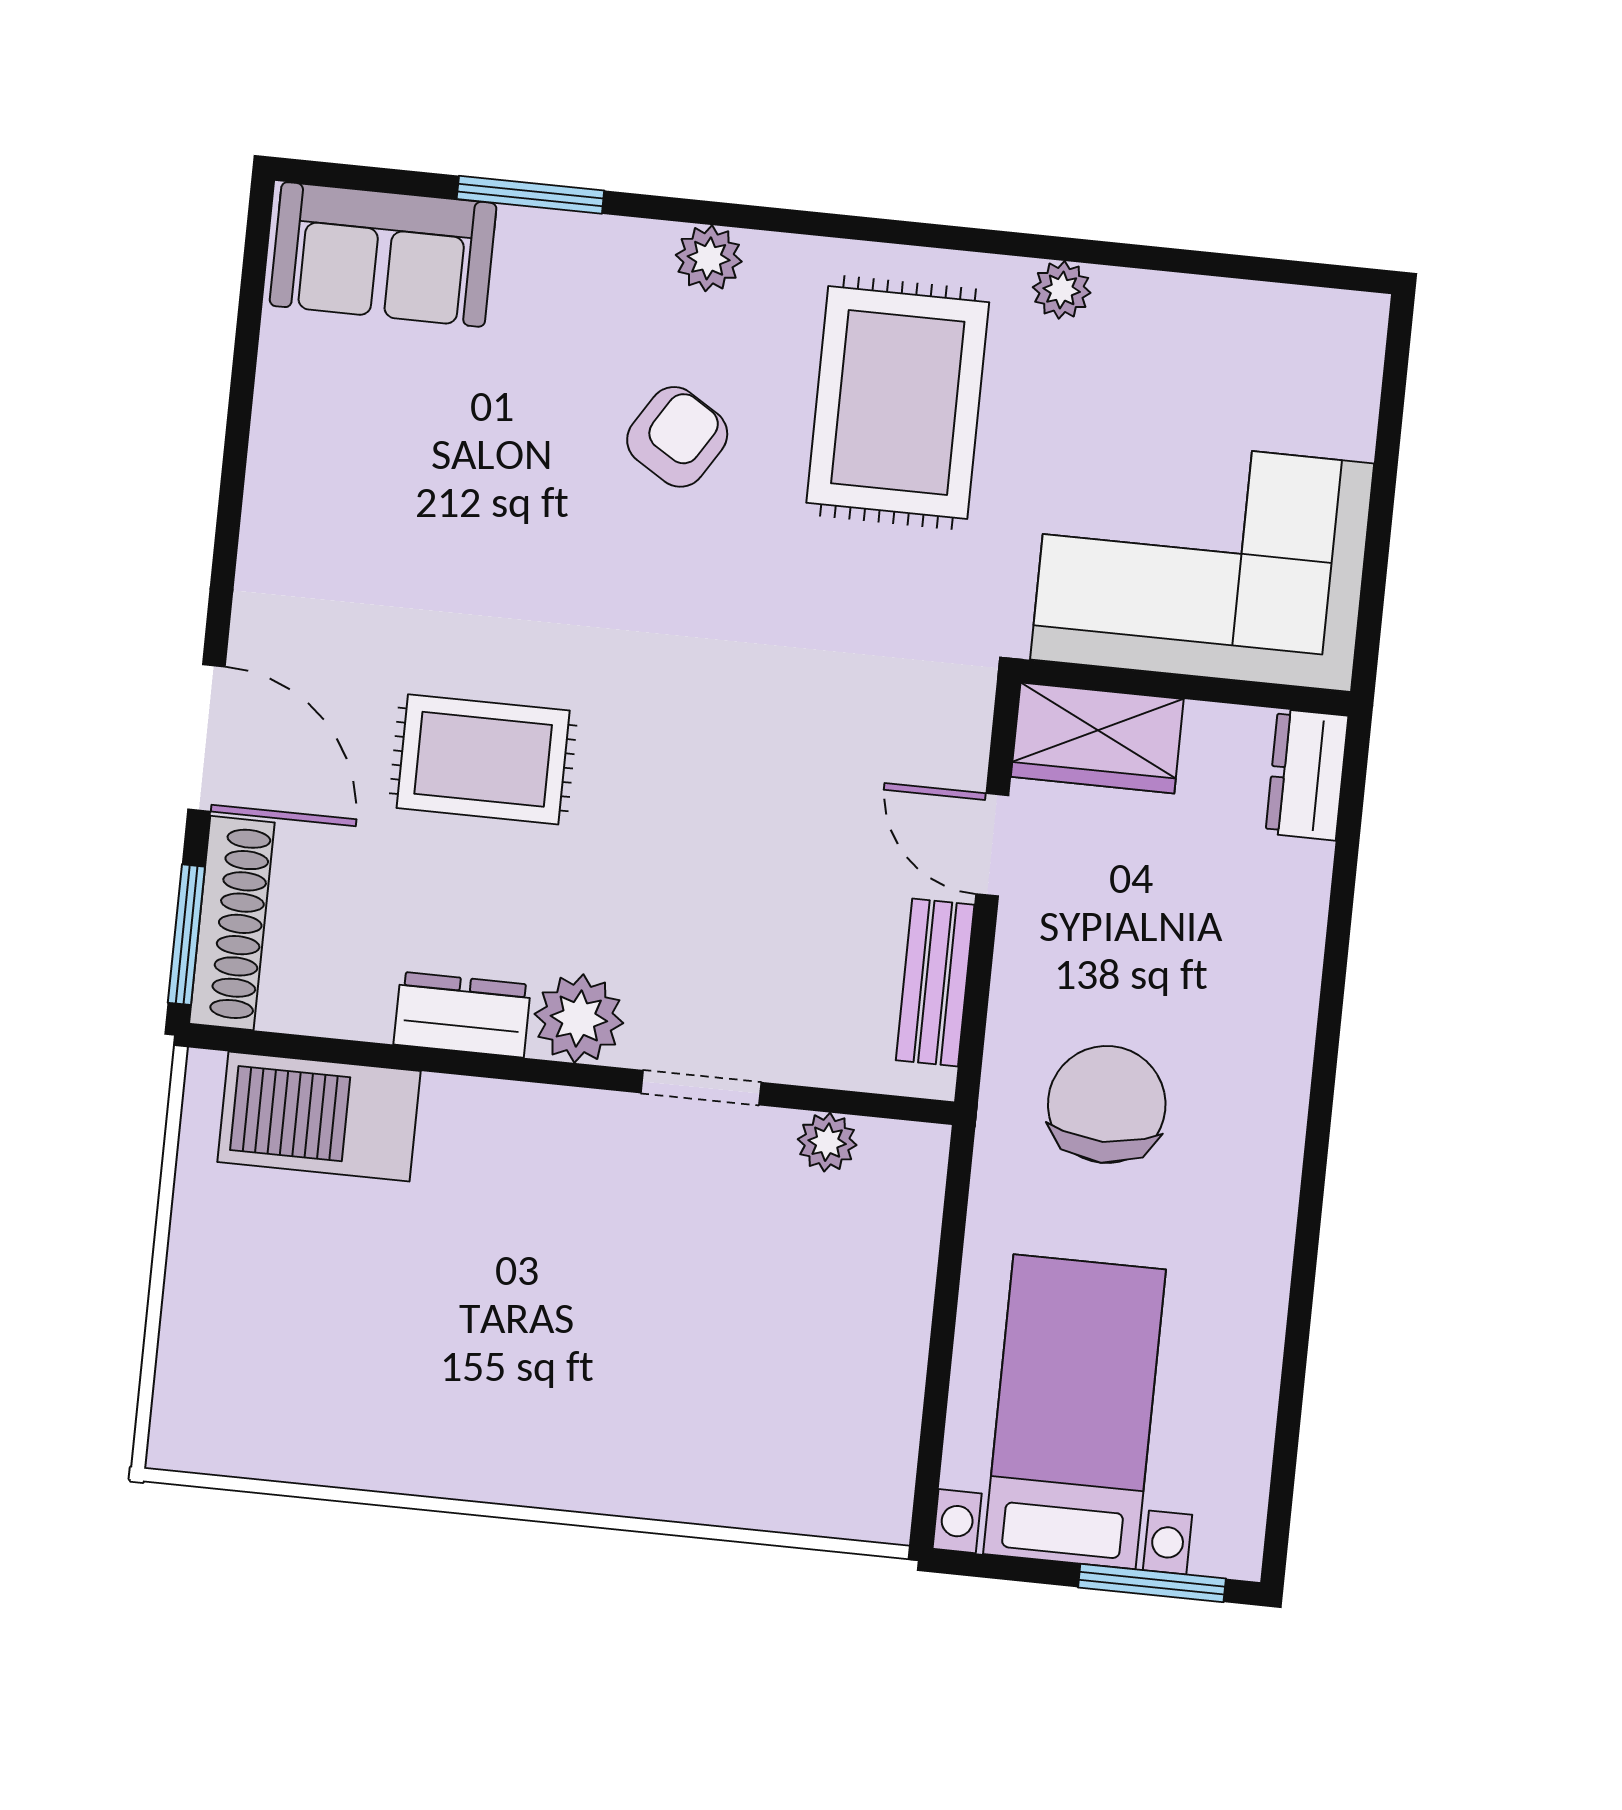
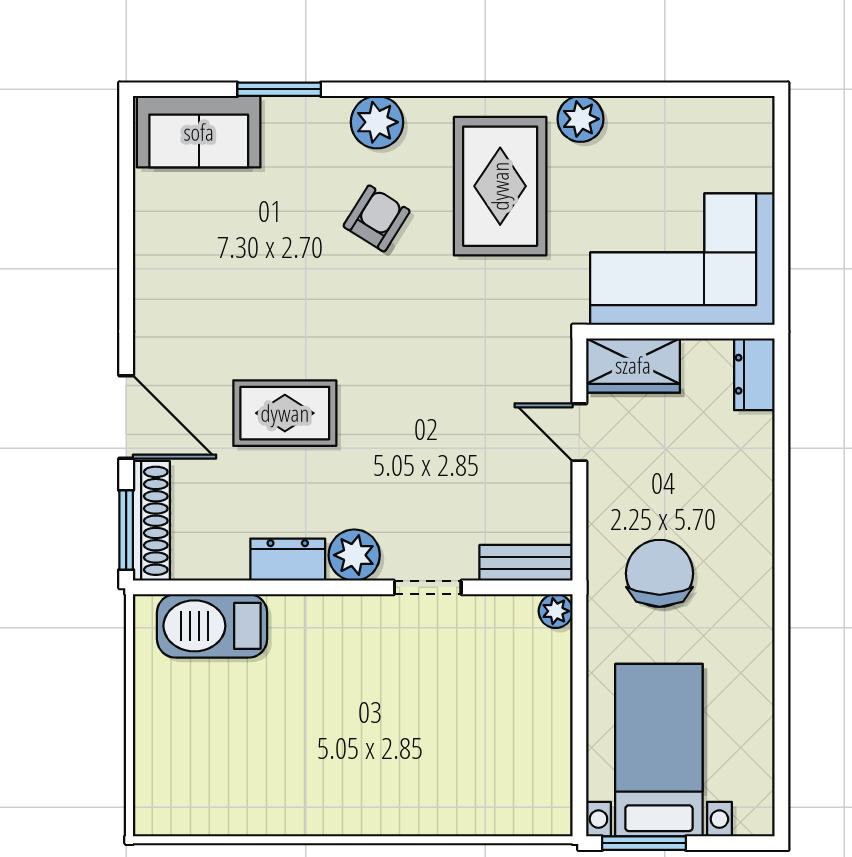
plant: (709, 258) -> (377, 122), width x1.38, depth x1.38
plant: (1062, 290) -> (581, 119), width x1.38, depth x1.38
bench: (935, 983) -> (526, 563), moved, turned 90
plant: (827, 1142) -> (556, 611), moved
window: (1152, 1583) -> (644, 843), moved

